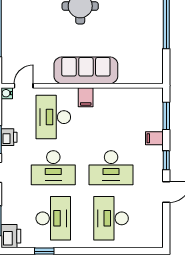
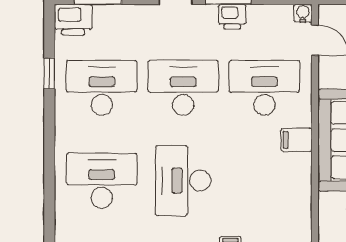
desk: (53, 168) -> (183, 88), turned 90
desk: (53, 218) -> (102, 88), turned 180

